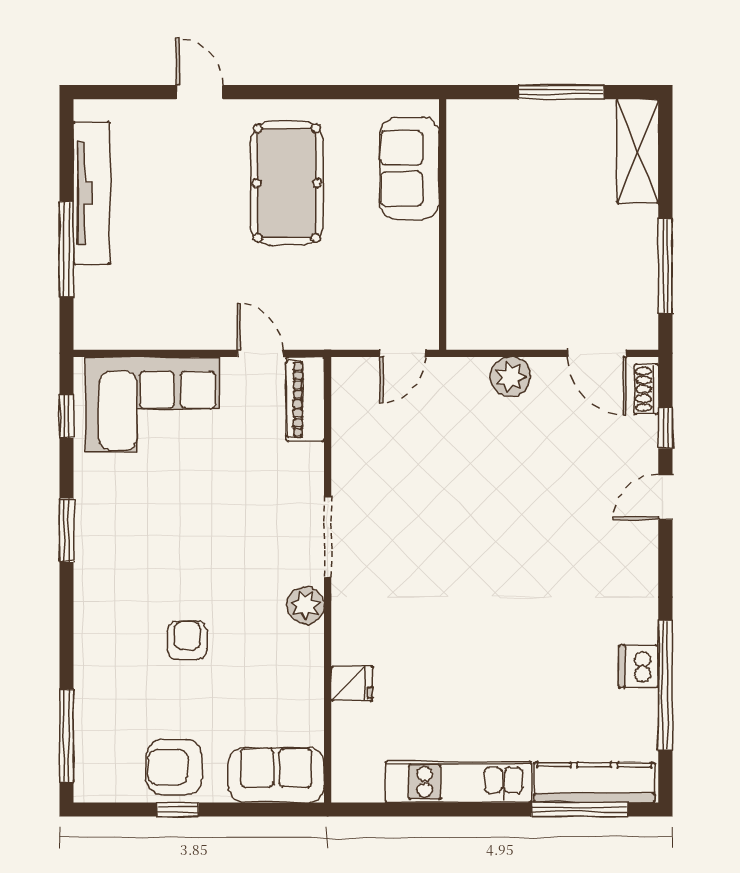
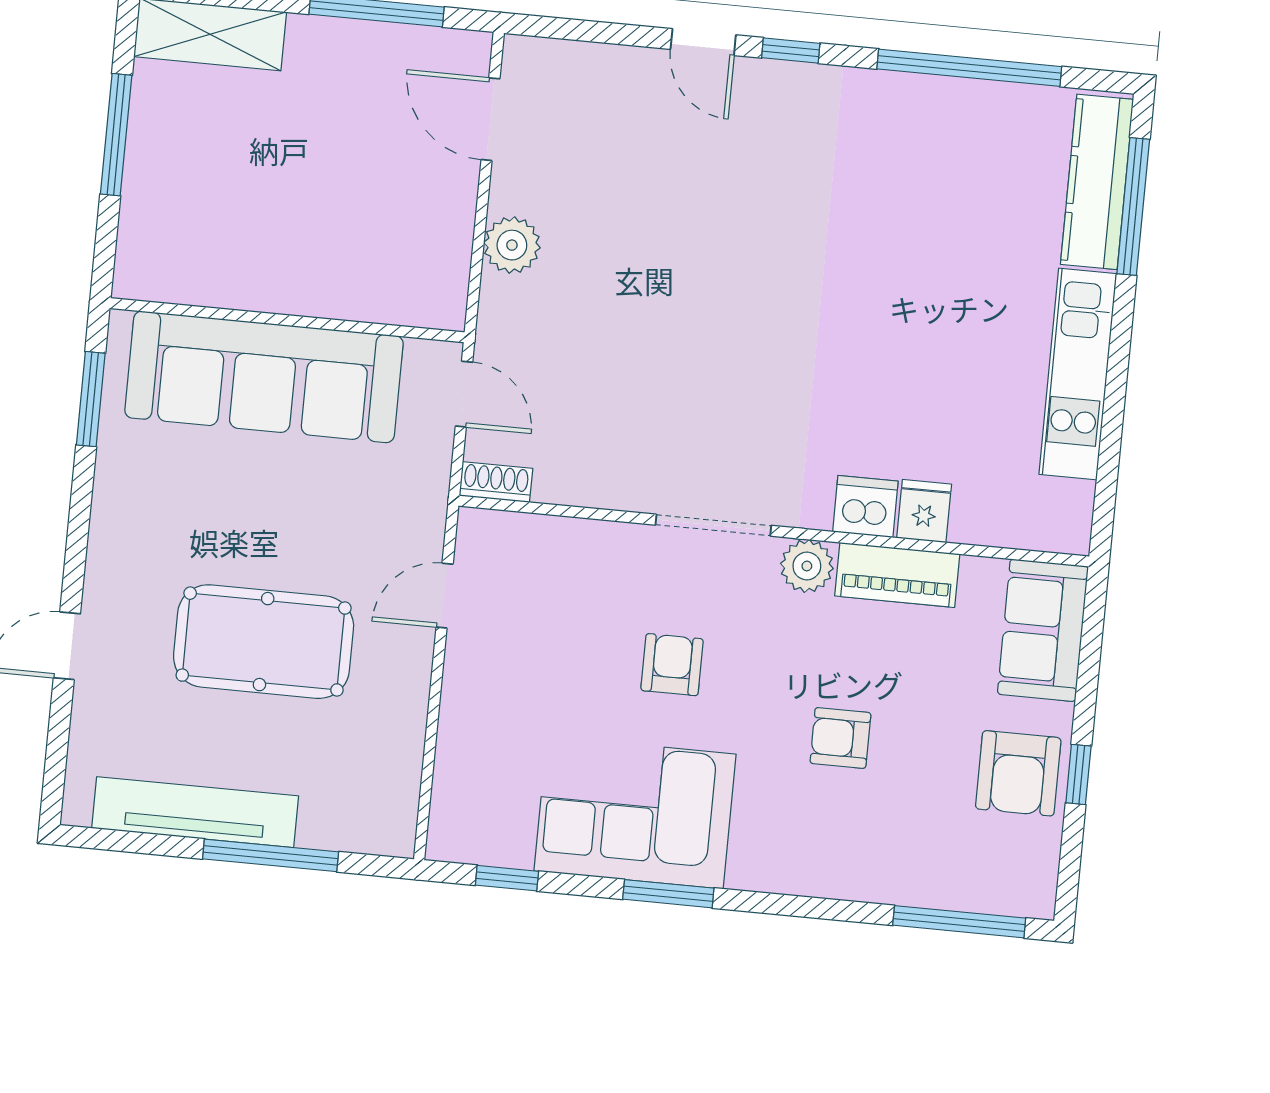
window: (374, 92) -> (91, 399), added
sofa: (409, 168) -> (264, 377), width x1.85, depth x1.27
pool table: (287, 183) -> (264, 642), moved
door: (597, 353) -> (490, 119), swing flipped
shoe rack: (646, 389) -> (496, 482), moved, turned 180
piano: (305, 399) -> (897, 575), moved
corner sofa: (153, 405) -> (635, 812), moved, turned -90
window: (665, 428) -> (791, 51), moved
armchair: (227, 517) -> (672, 665), added
dishwasher: (639, 666) -> (865, 506), moved, turned 180

